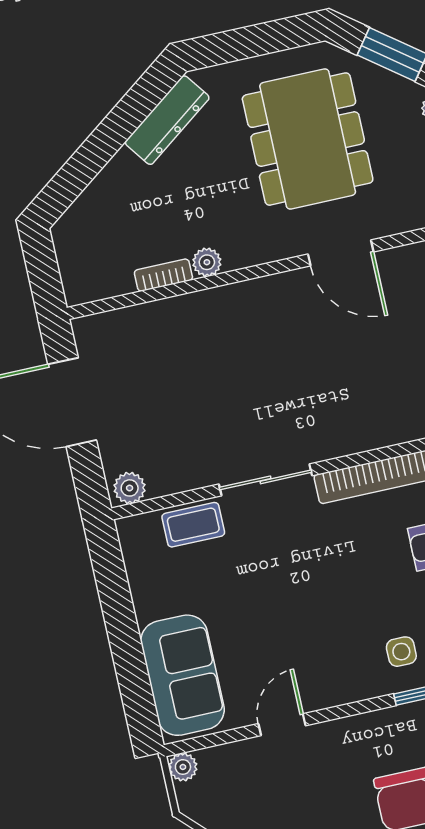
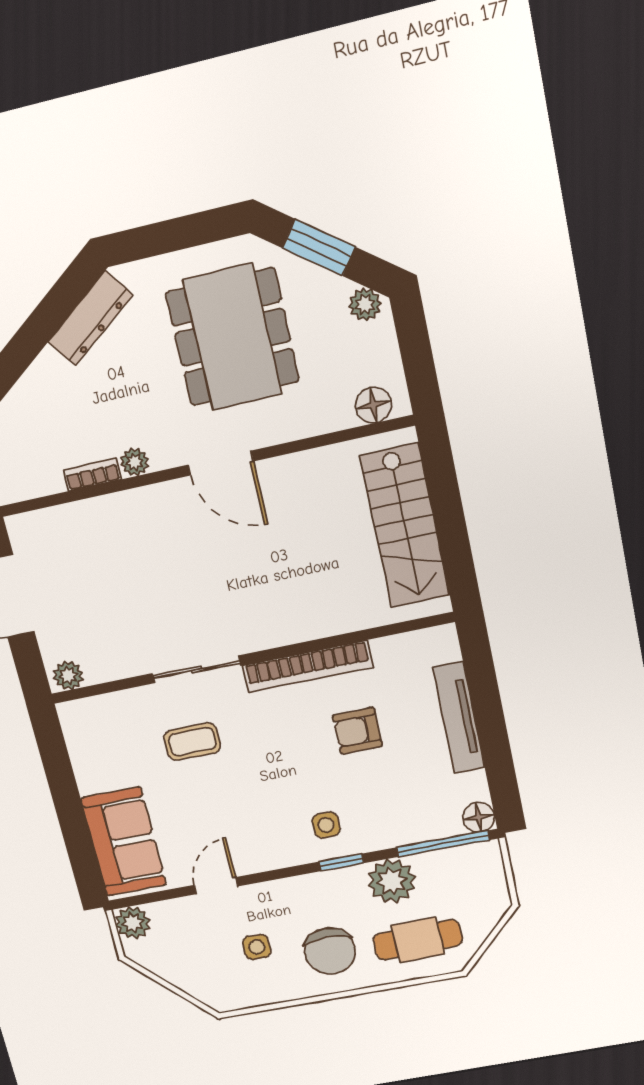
door: (341, 253) -> (221, 463), moved
coffee table: (193, 525) -> (192, 742), moved
plant: (183, 767) -> (133, 923), width x1.38, depth x1.38
side table: (326, 797) -> (257, 947), added

